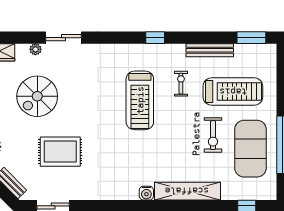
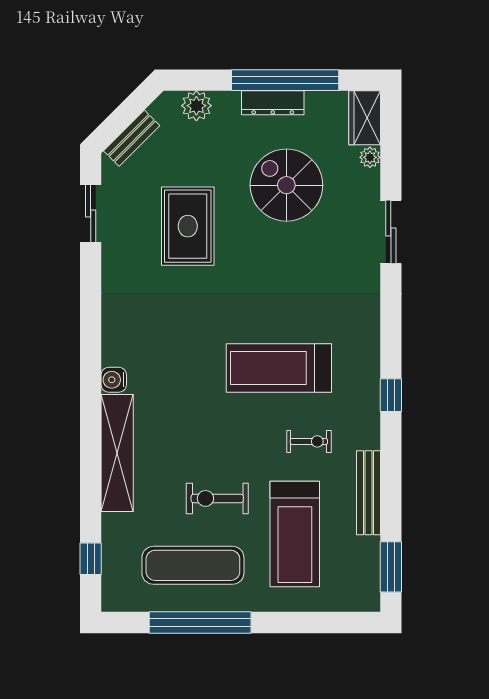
plant: (35, 49) -> (370, 157), moved
exercise mat: (250, 149) -> (193, 565), width x0.68

